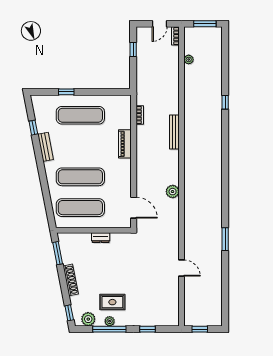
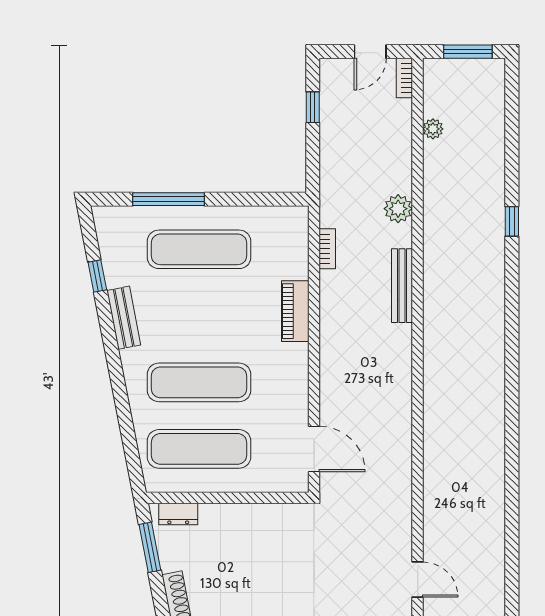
window: (66, 92) -> (169, 199), width x2.17
plant: (173, 192) -> (398, 209), moved
dresser: (101, 238) -> (178, 514), moved
window: (225, 239) -> (512, 517), removed

